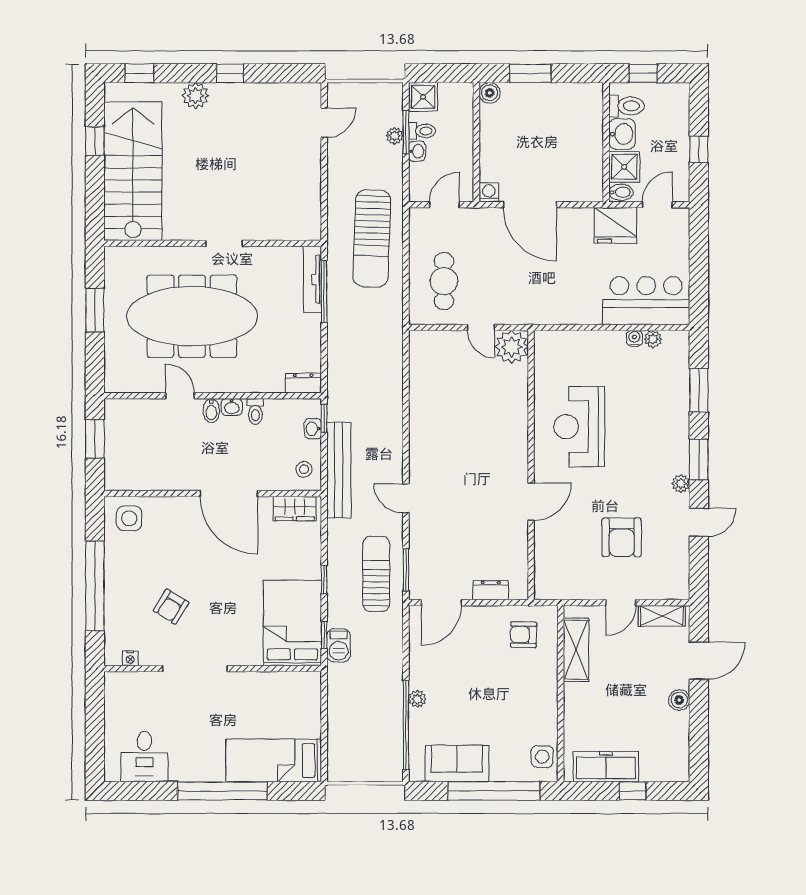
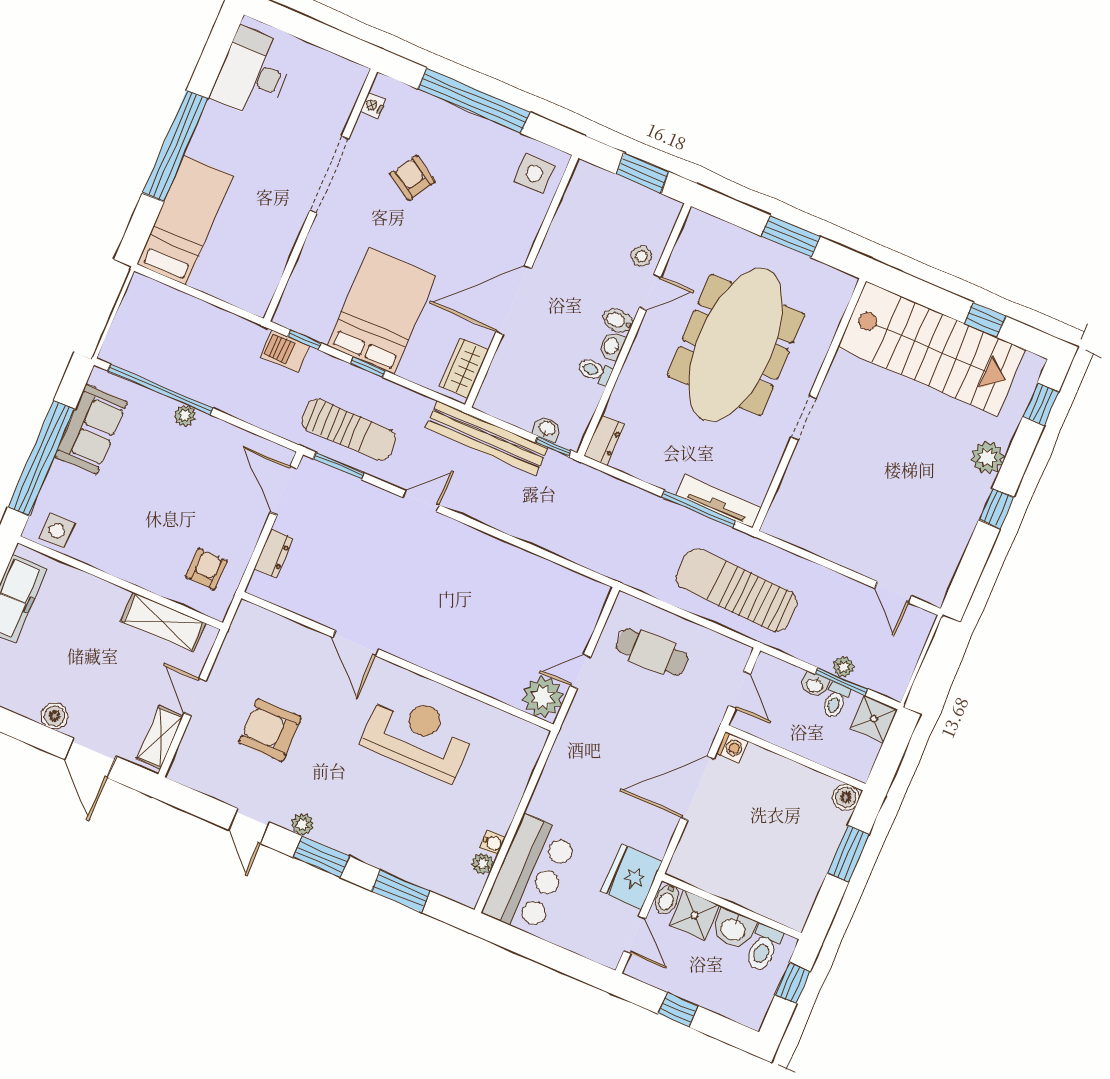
stool: (304, 469) -> (641, 256), moved
bed: (292, 623) -> (382, 311), moved, turned -90
desk: (144, 757) -> (253, 73), width x1.37

